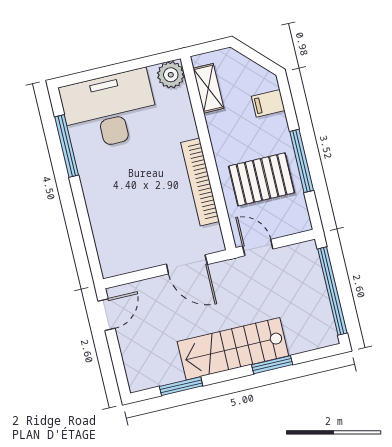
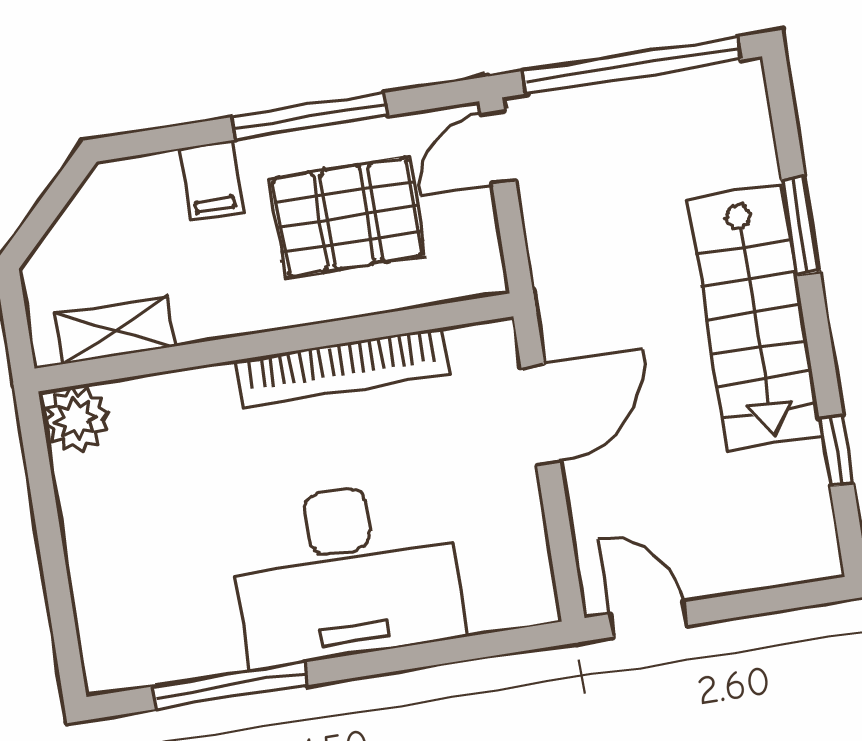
filing cabinet: (268, 103) -> (211, 180), moved
desk: (110, 110) -> (345, 572), moved, turned -90
pallet: (262, 179) -> (347, 217), turned 90
door: (258, 248) -> (498, 147), moved
window: (181, 386) -> (836, 451), width x0.67

